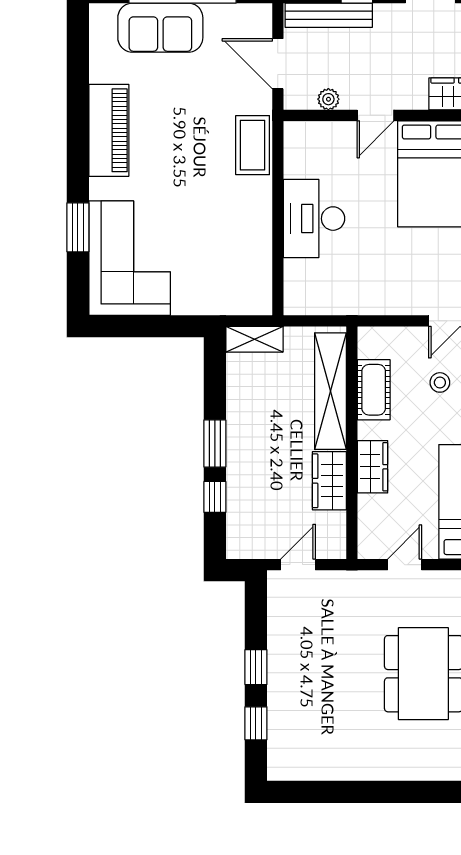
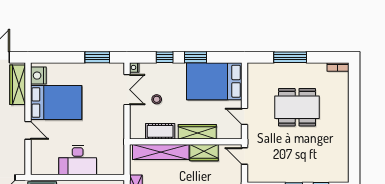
plant: (328, 99) -> (20, 153), removed
wardrobe: (372, 467) -> (197, 132), width x1.50
door: (298, 565) -> (244, 156), moved

